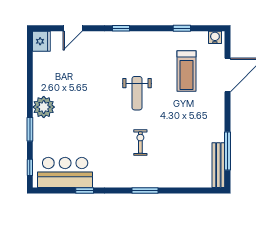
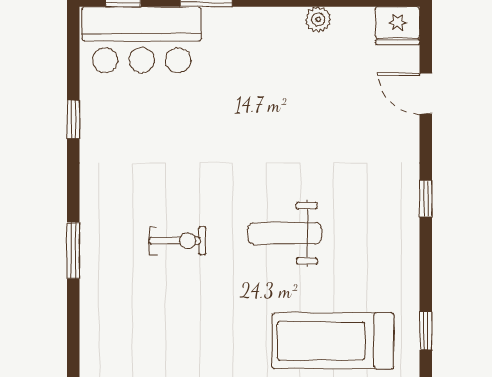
treadmill: (186, 71) -> (333, 341), width x1.37, depth x1.38
plant: (44, 107) -> (318, 19), moved, width x0.53, depth x0.53
bar counter: (65, 172) -> (142, 40), moved, turned 90

